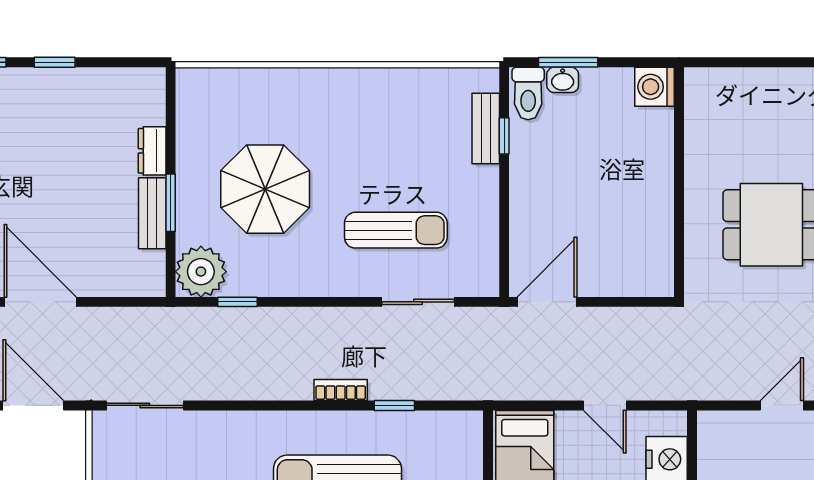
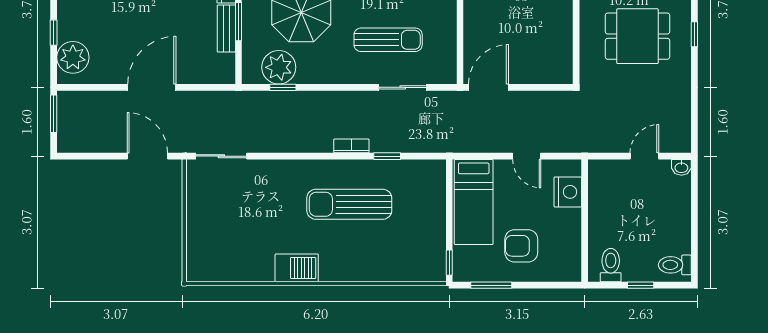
plant: (201, 272) -> (279, 67), moved
door: (40, 302) -> (152, 87), hinge flipped

